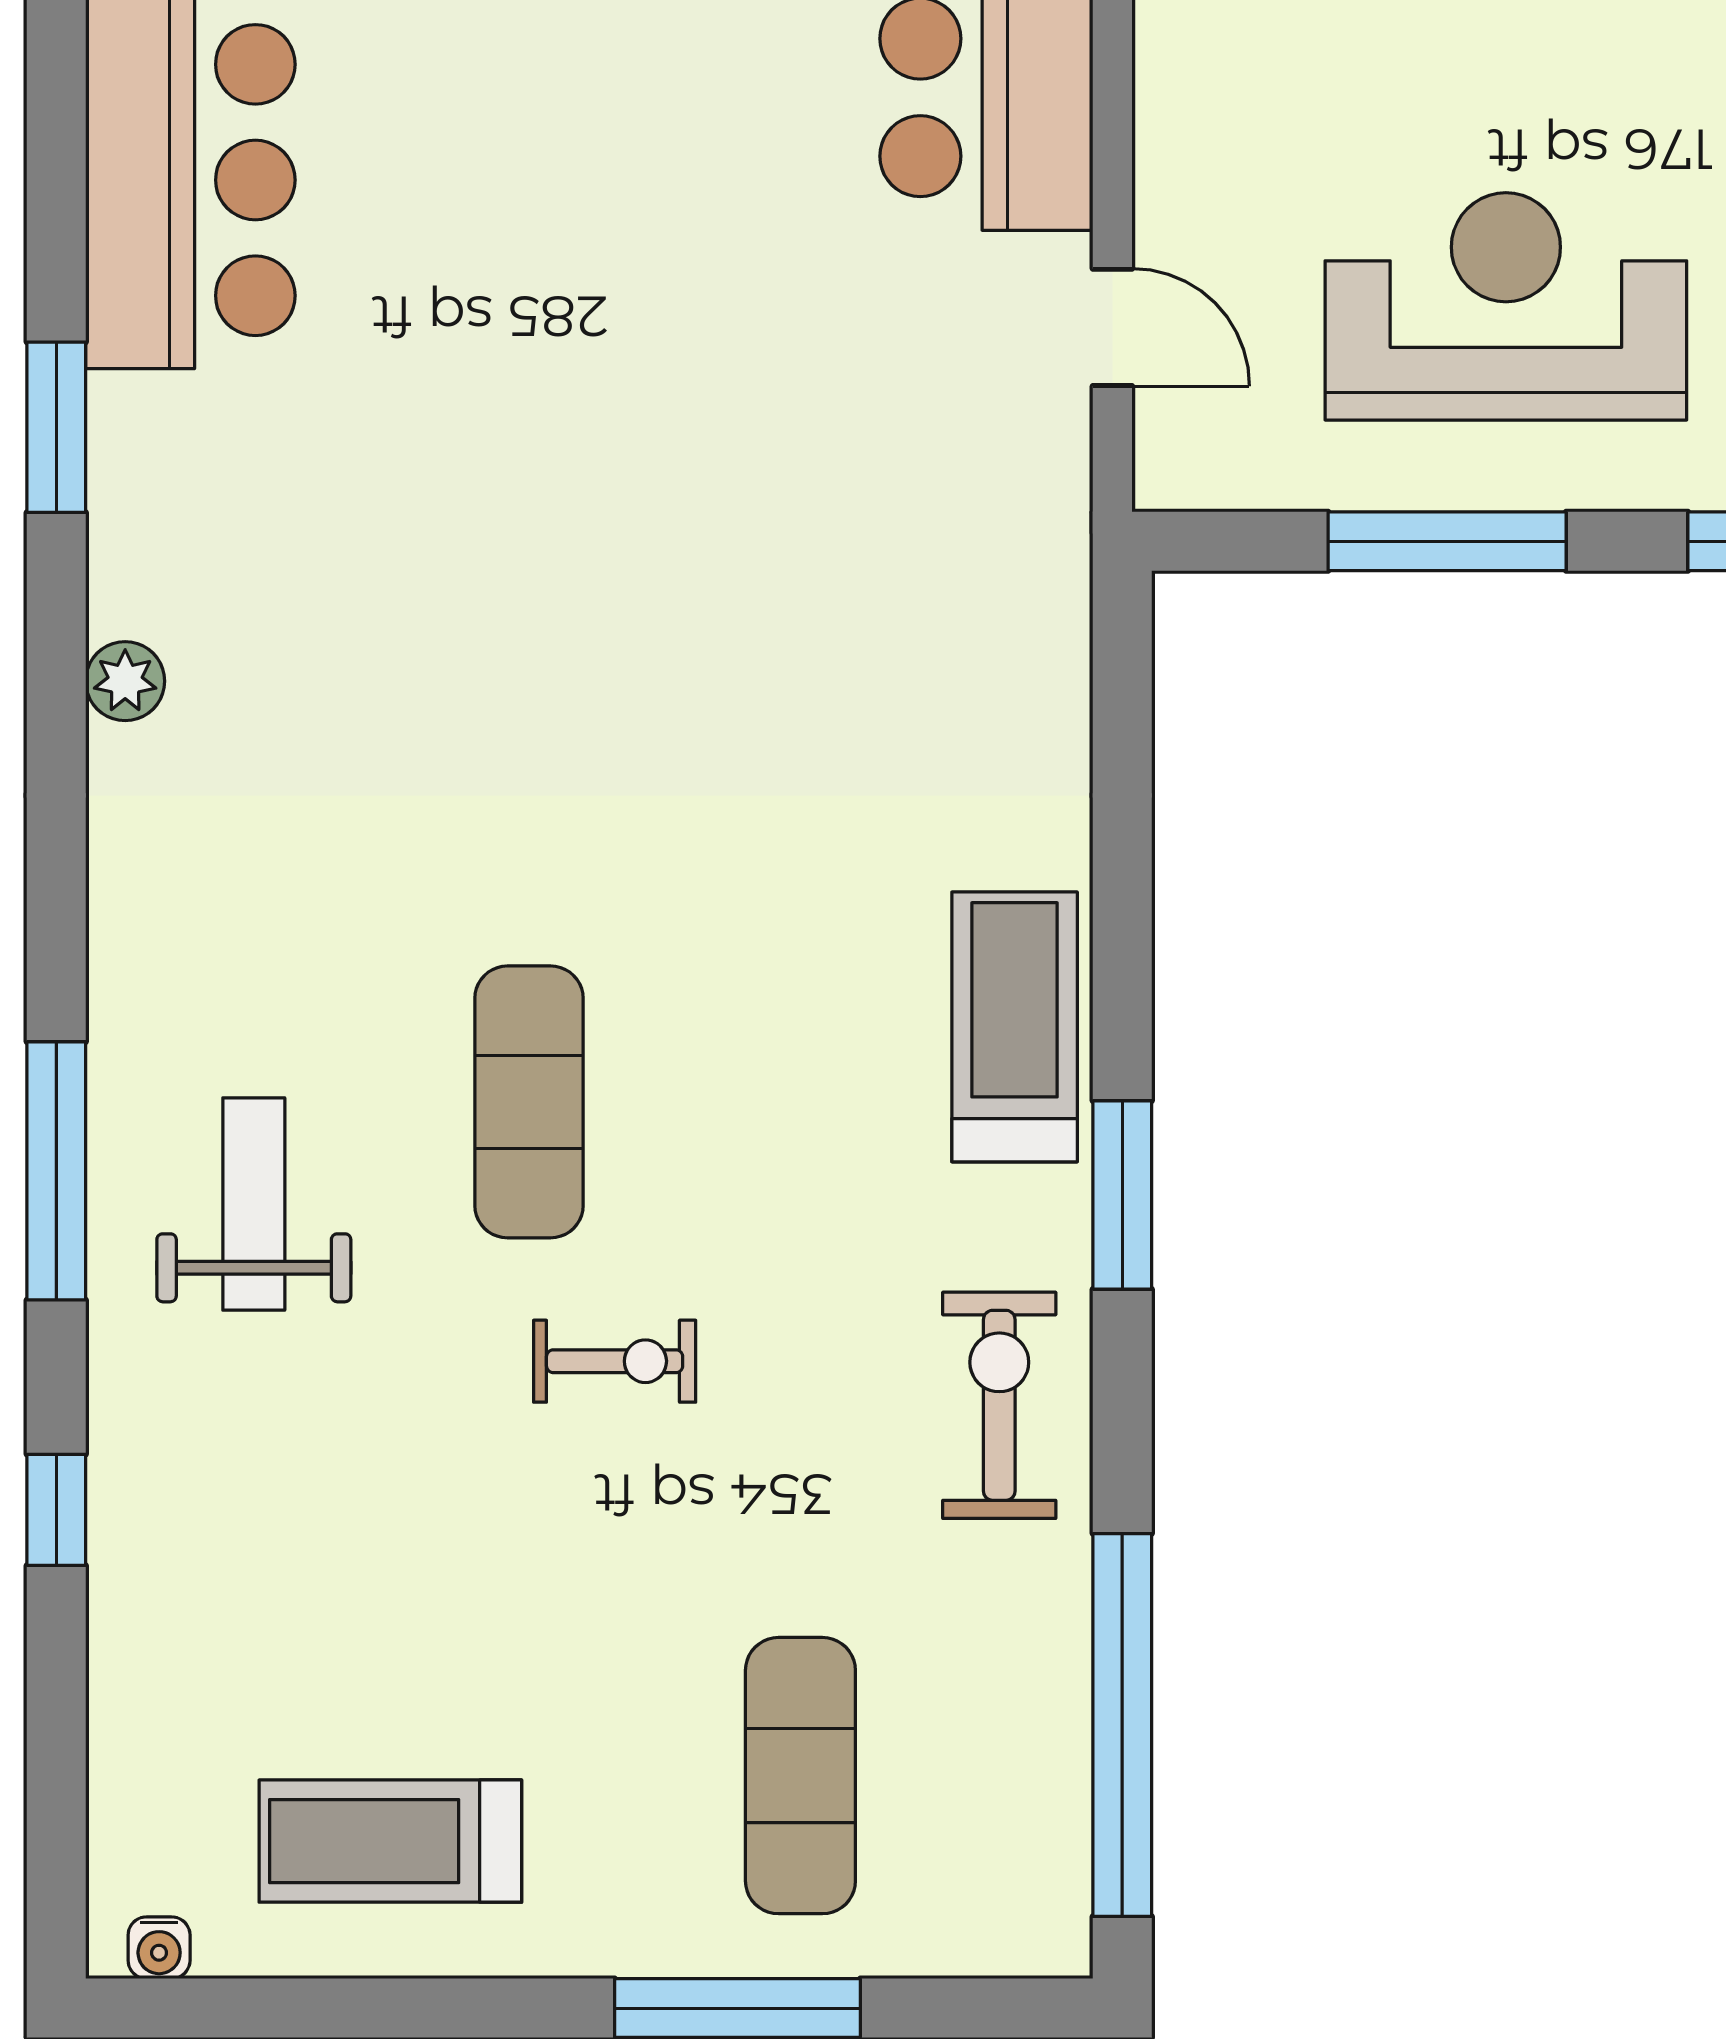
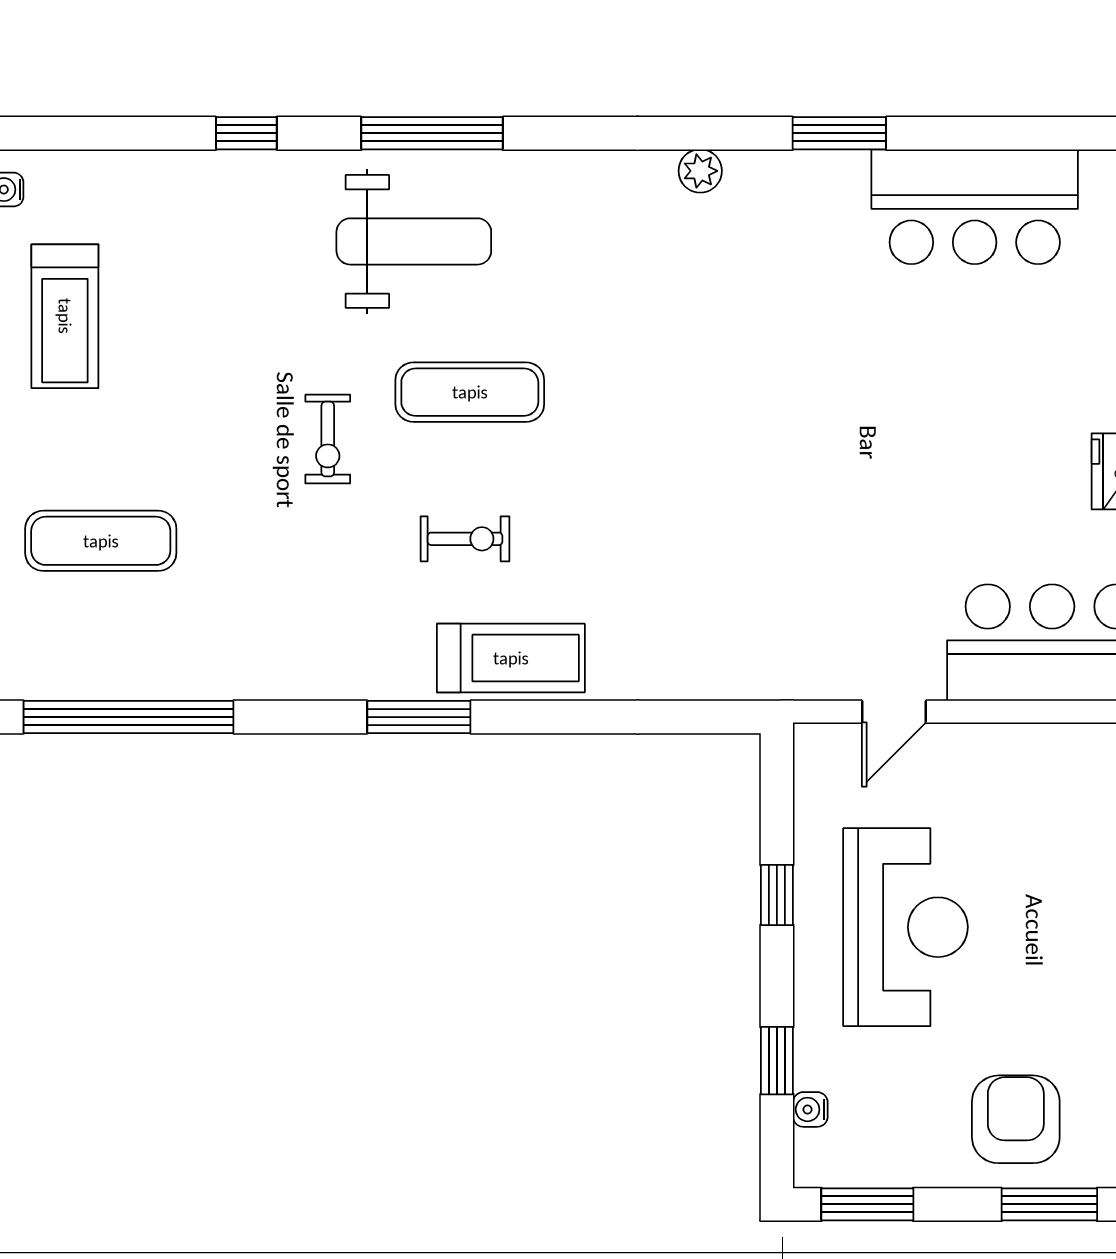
window: (1447, 541) -> (777, 895), width x0.46
weight bench: (254, 1204) -> (414, 241), width x1.36, depth x1.33
exercise bike: (999, 1405) -> (465, 539), moved, width x0.73, depth x0.72
treadmill: (390, 1841) -> (65, 316), turned 180

